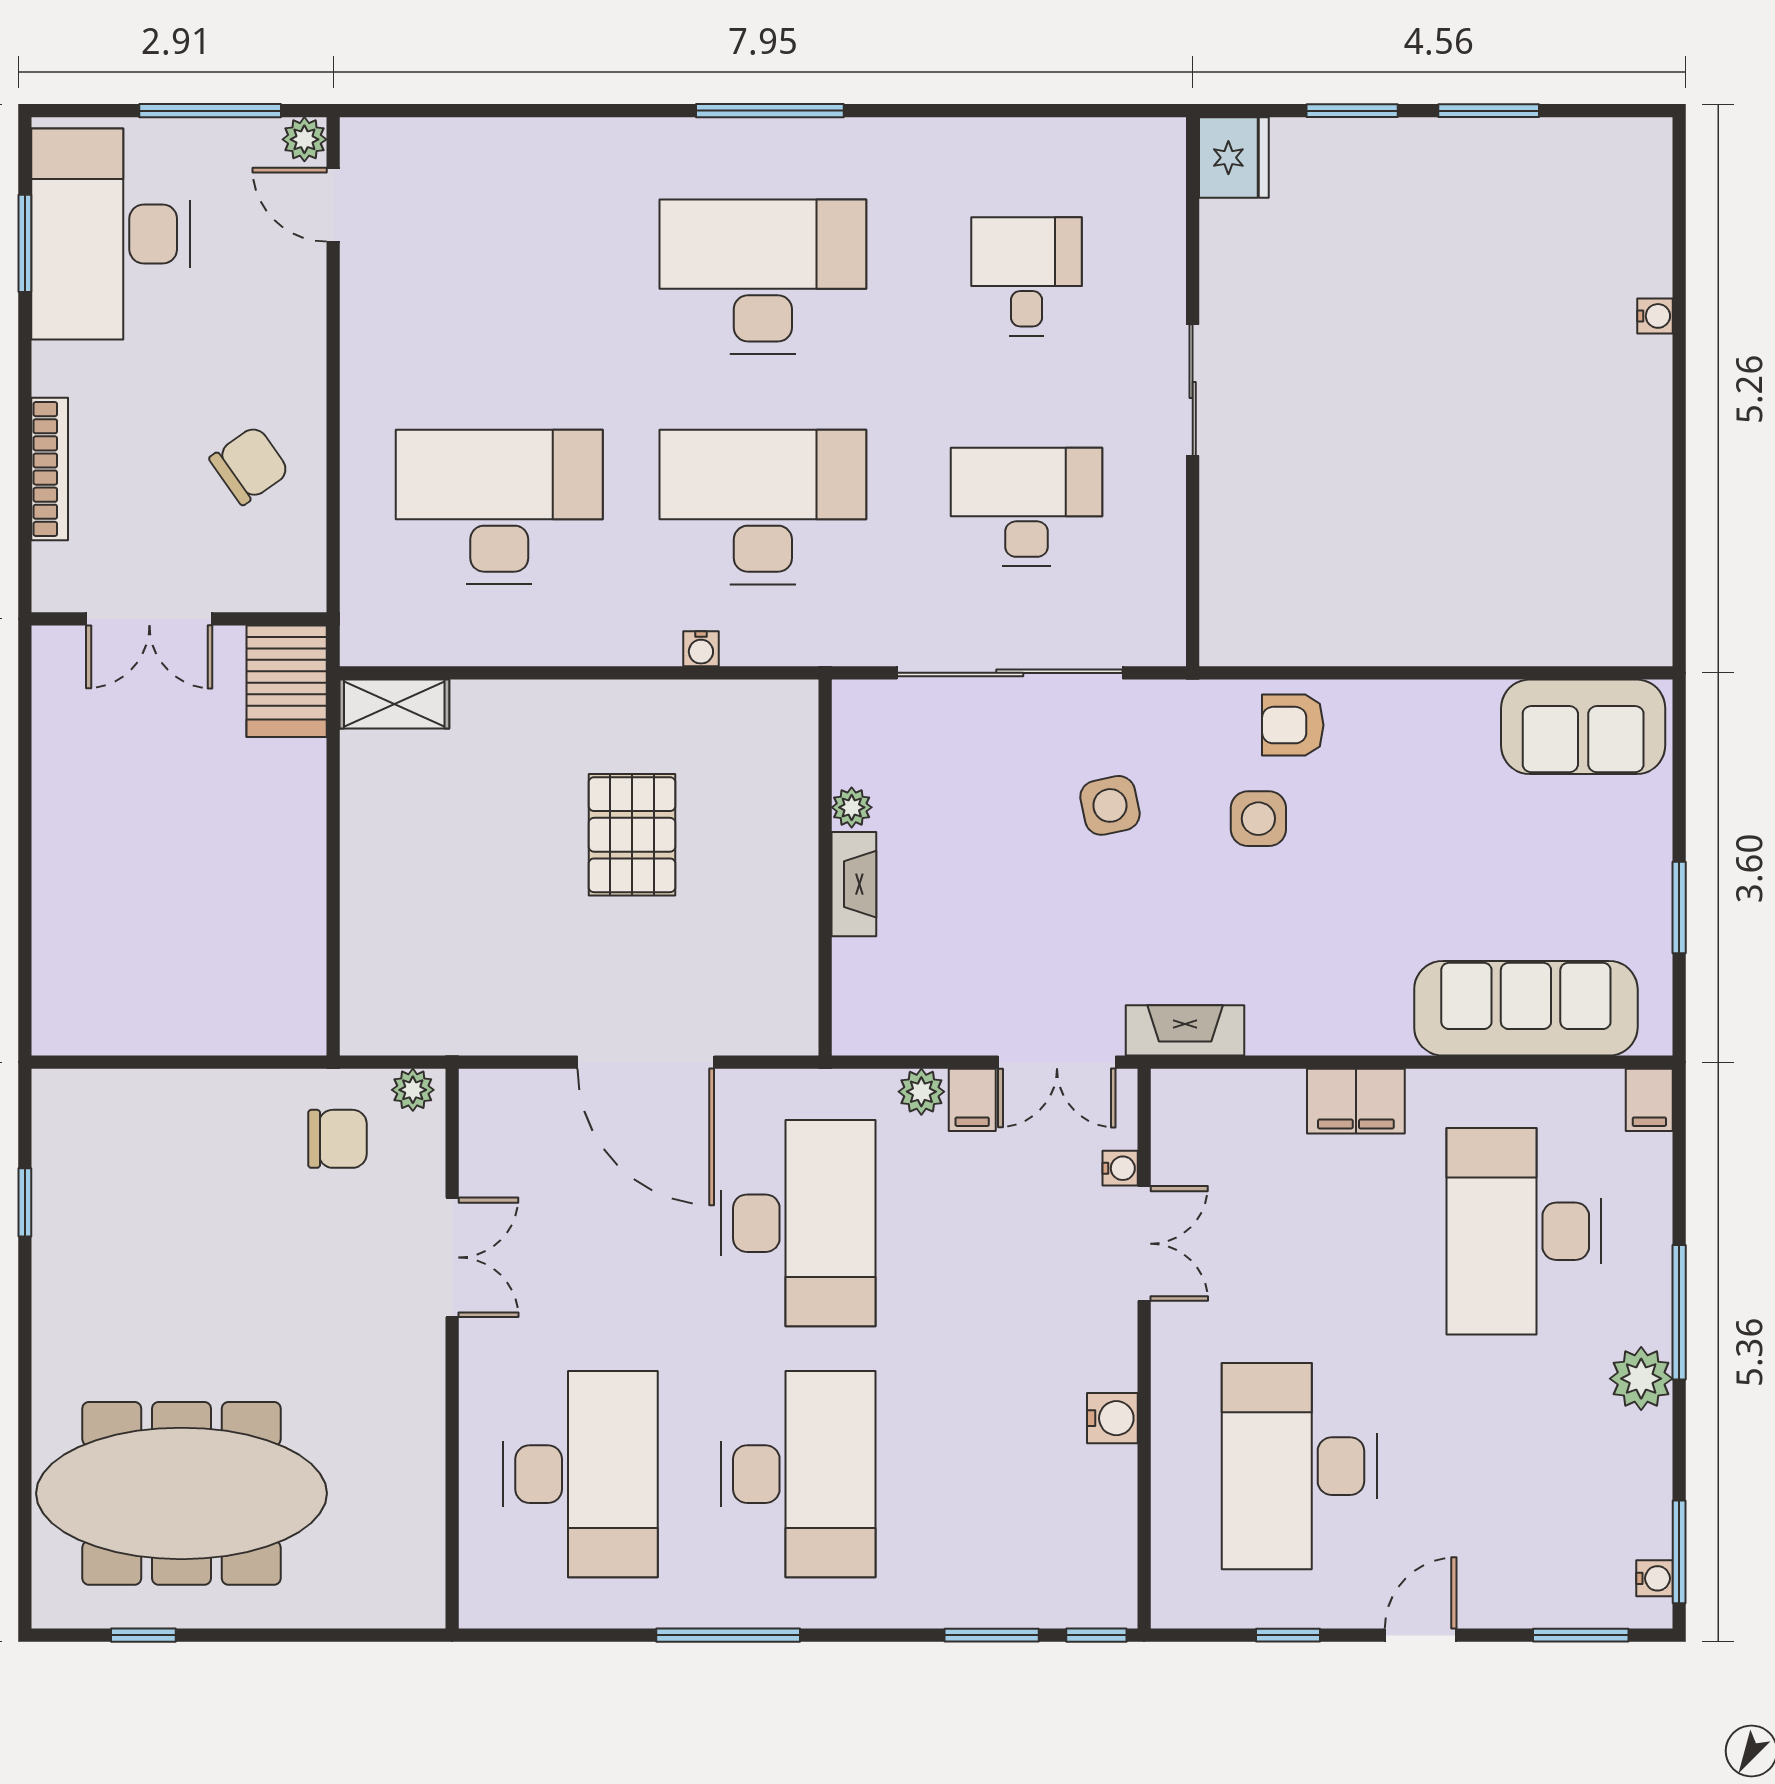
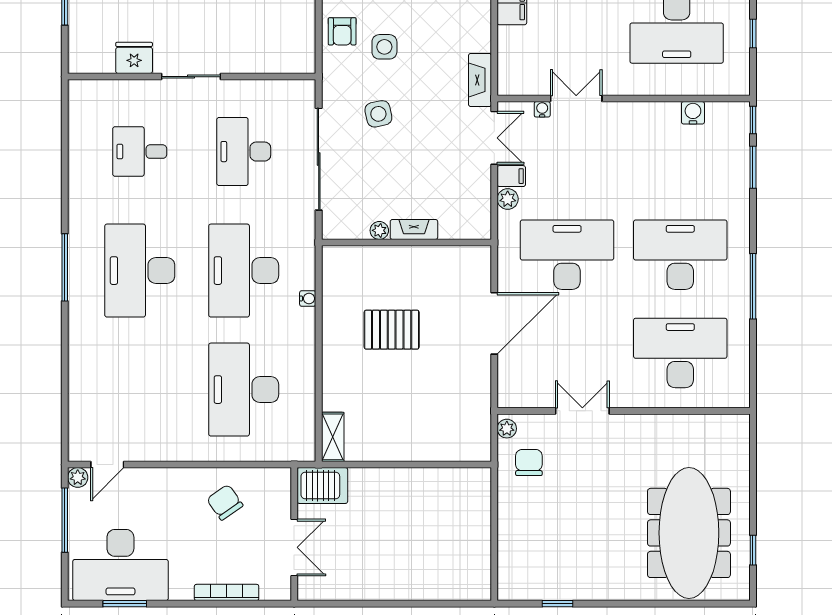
fridge: (1234, 158) -> (134, 58), moved
water cooler: (1112, 1418) -> (693, 113), moved

